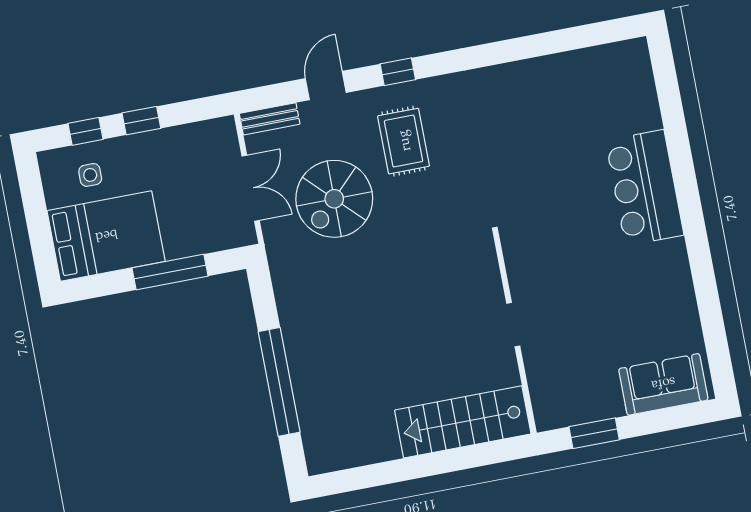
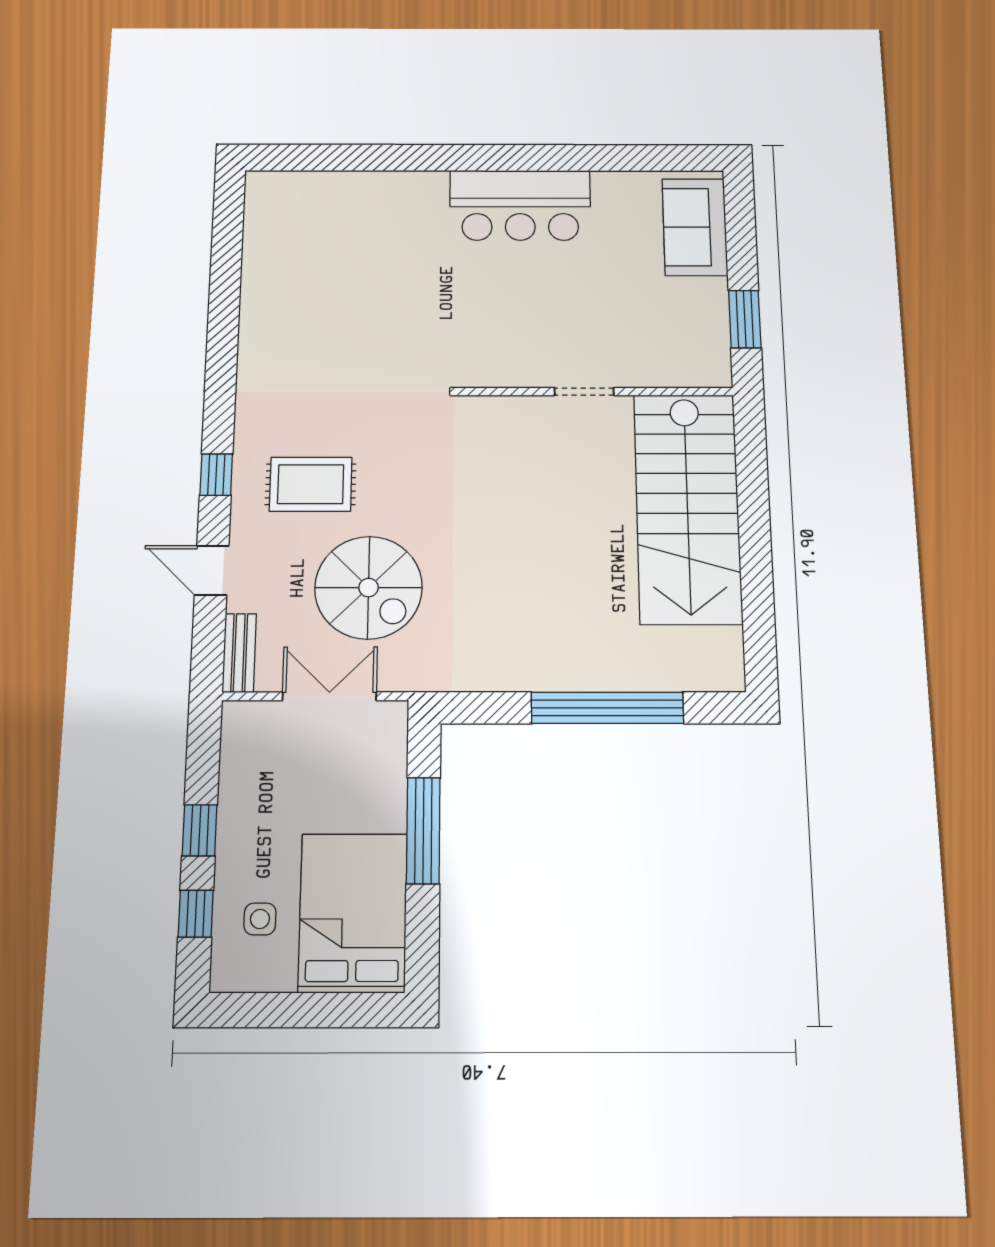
bar counter: (645, 188) -> (520, 205), moved
stairs: (463, 422) -> (687, 508), width x1.36, depth x1.51

